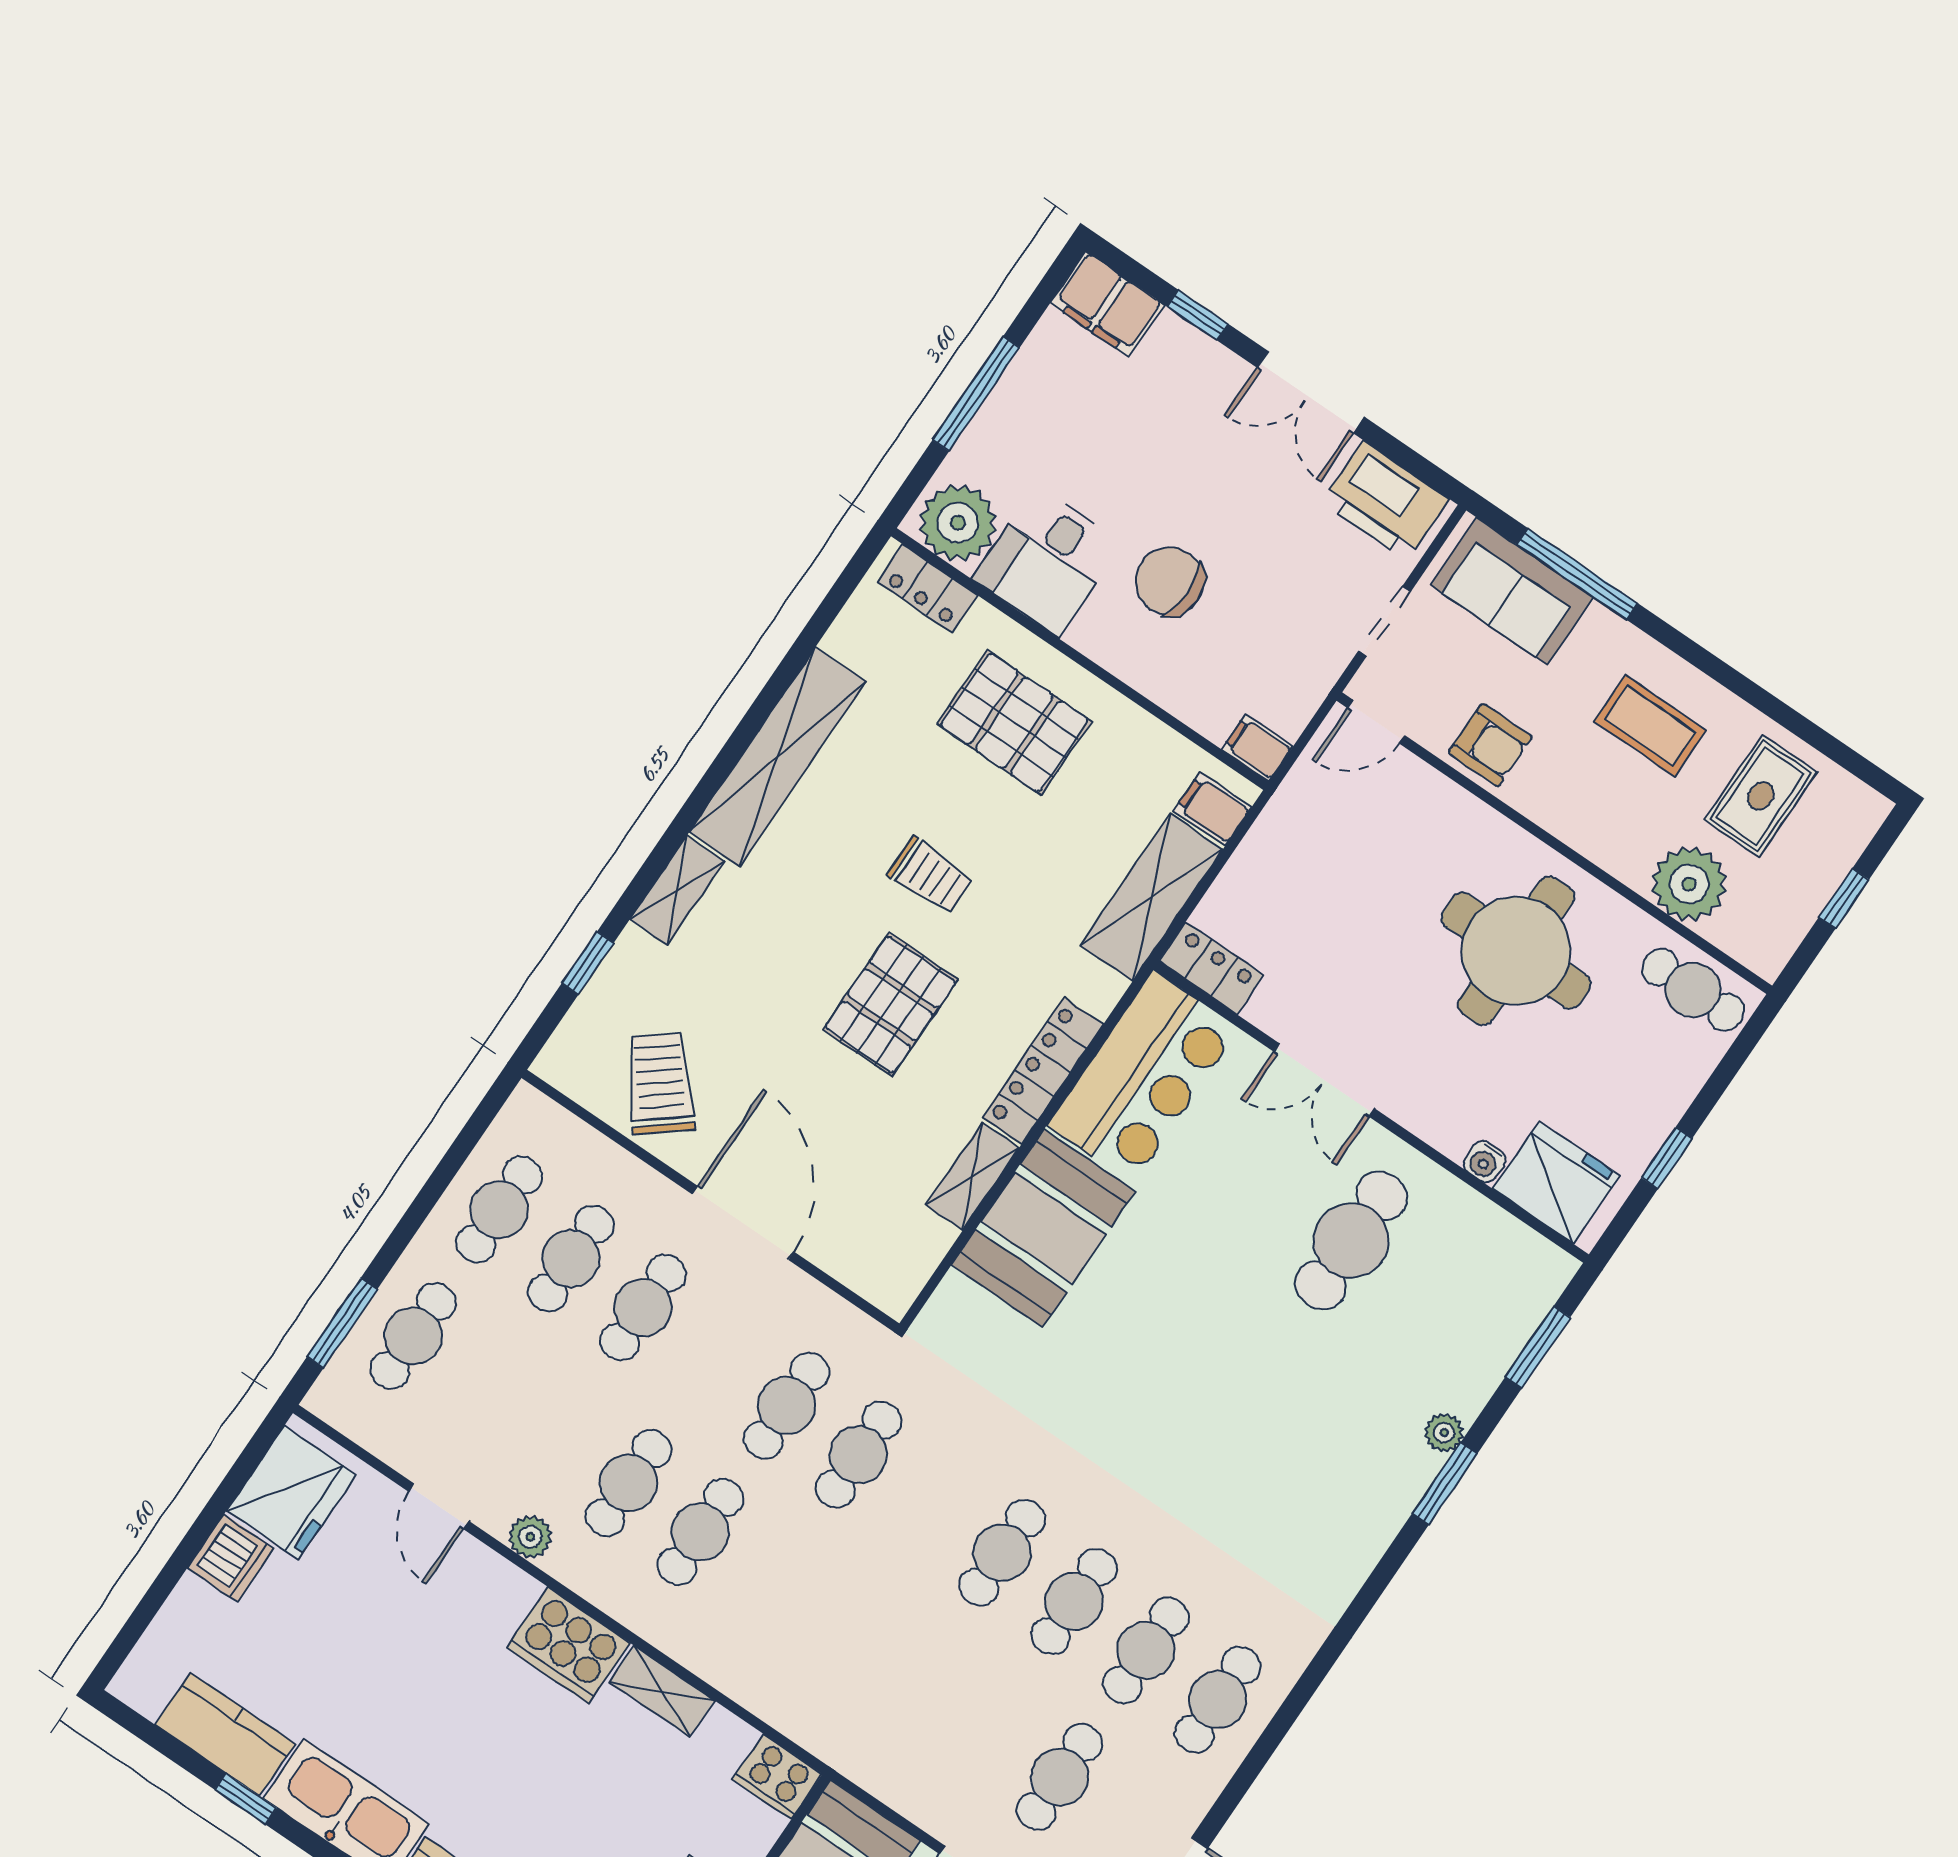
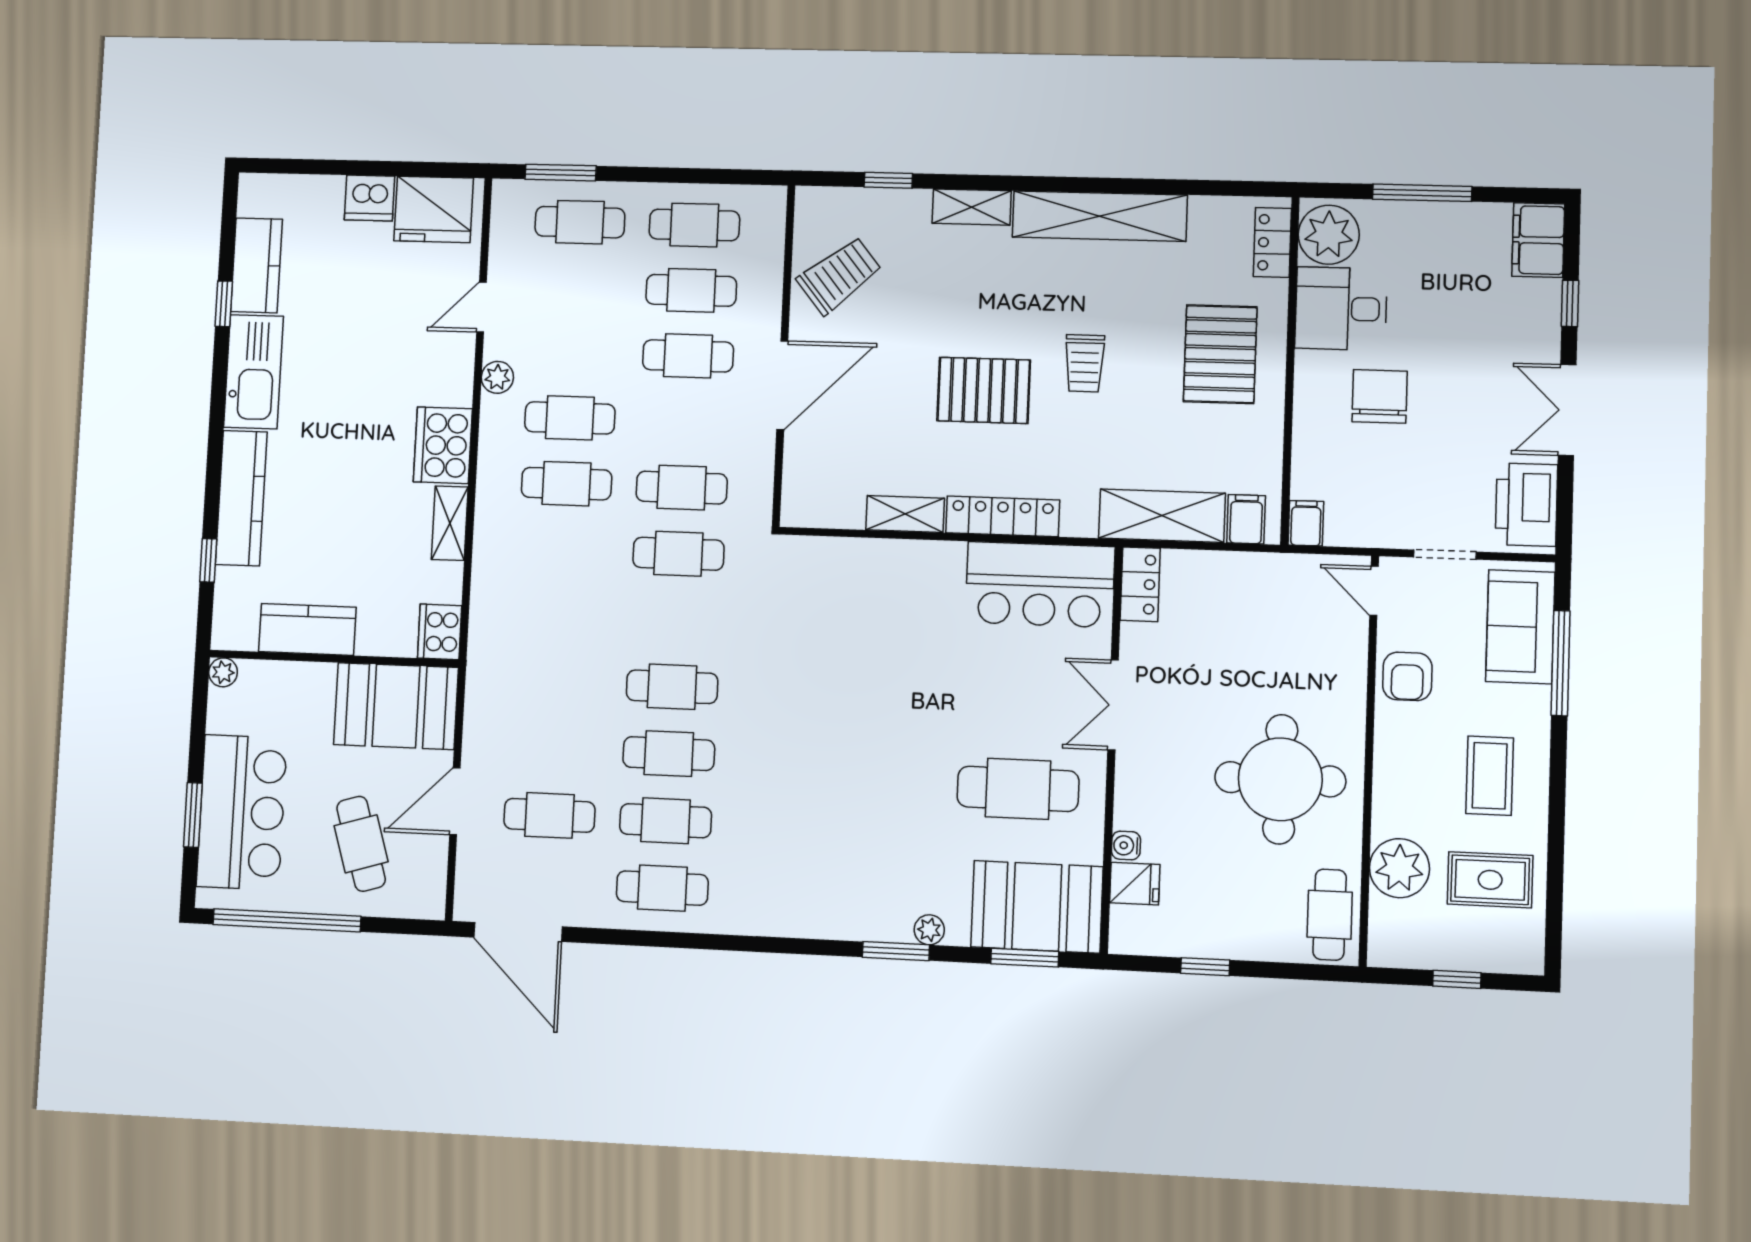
fridge: (1556, 1182) -> (1135, 884), width x0.53, depth x0.75
booth: (1044, 1228) -> (1037, 907), moved

